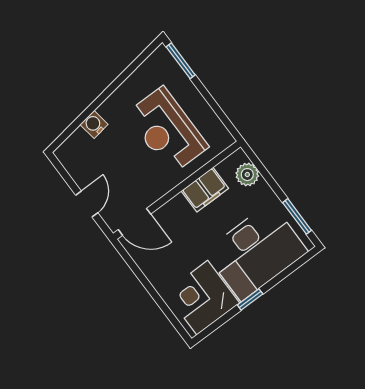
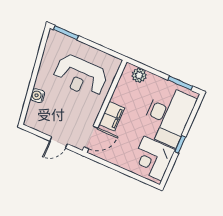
filing cabinet: (205, 190) -> (112, 116), moved
door: (87, 204) -> (58, 142), swing flipped

